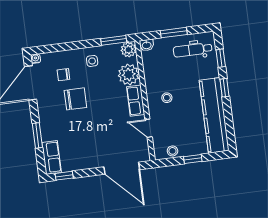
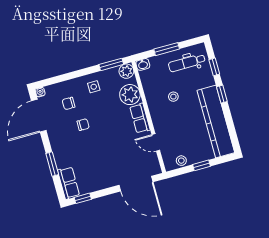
stool: (167, 98) -> (173, 97), moved
chair: (75, 99) -> (83, 125), width x0.54, depth x0.54

